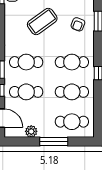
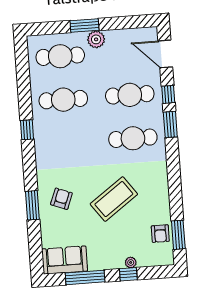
cafe table: (72, 62) -> (66, 143), removed
plant: (31, 131) -> (96, 39), moved
window: (54, 141) -> (85, 25), width x0.69

